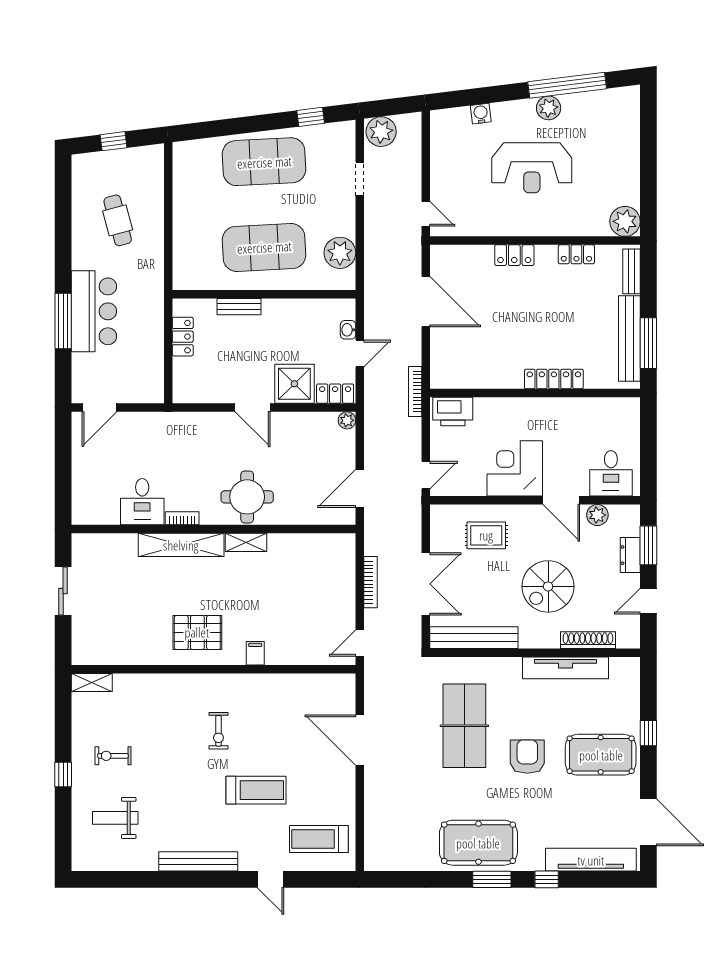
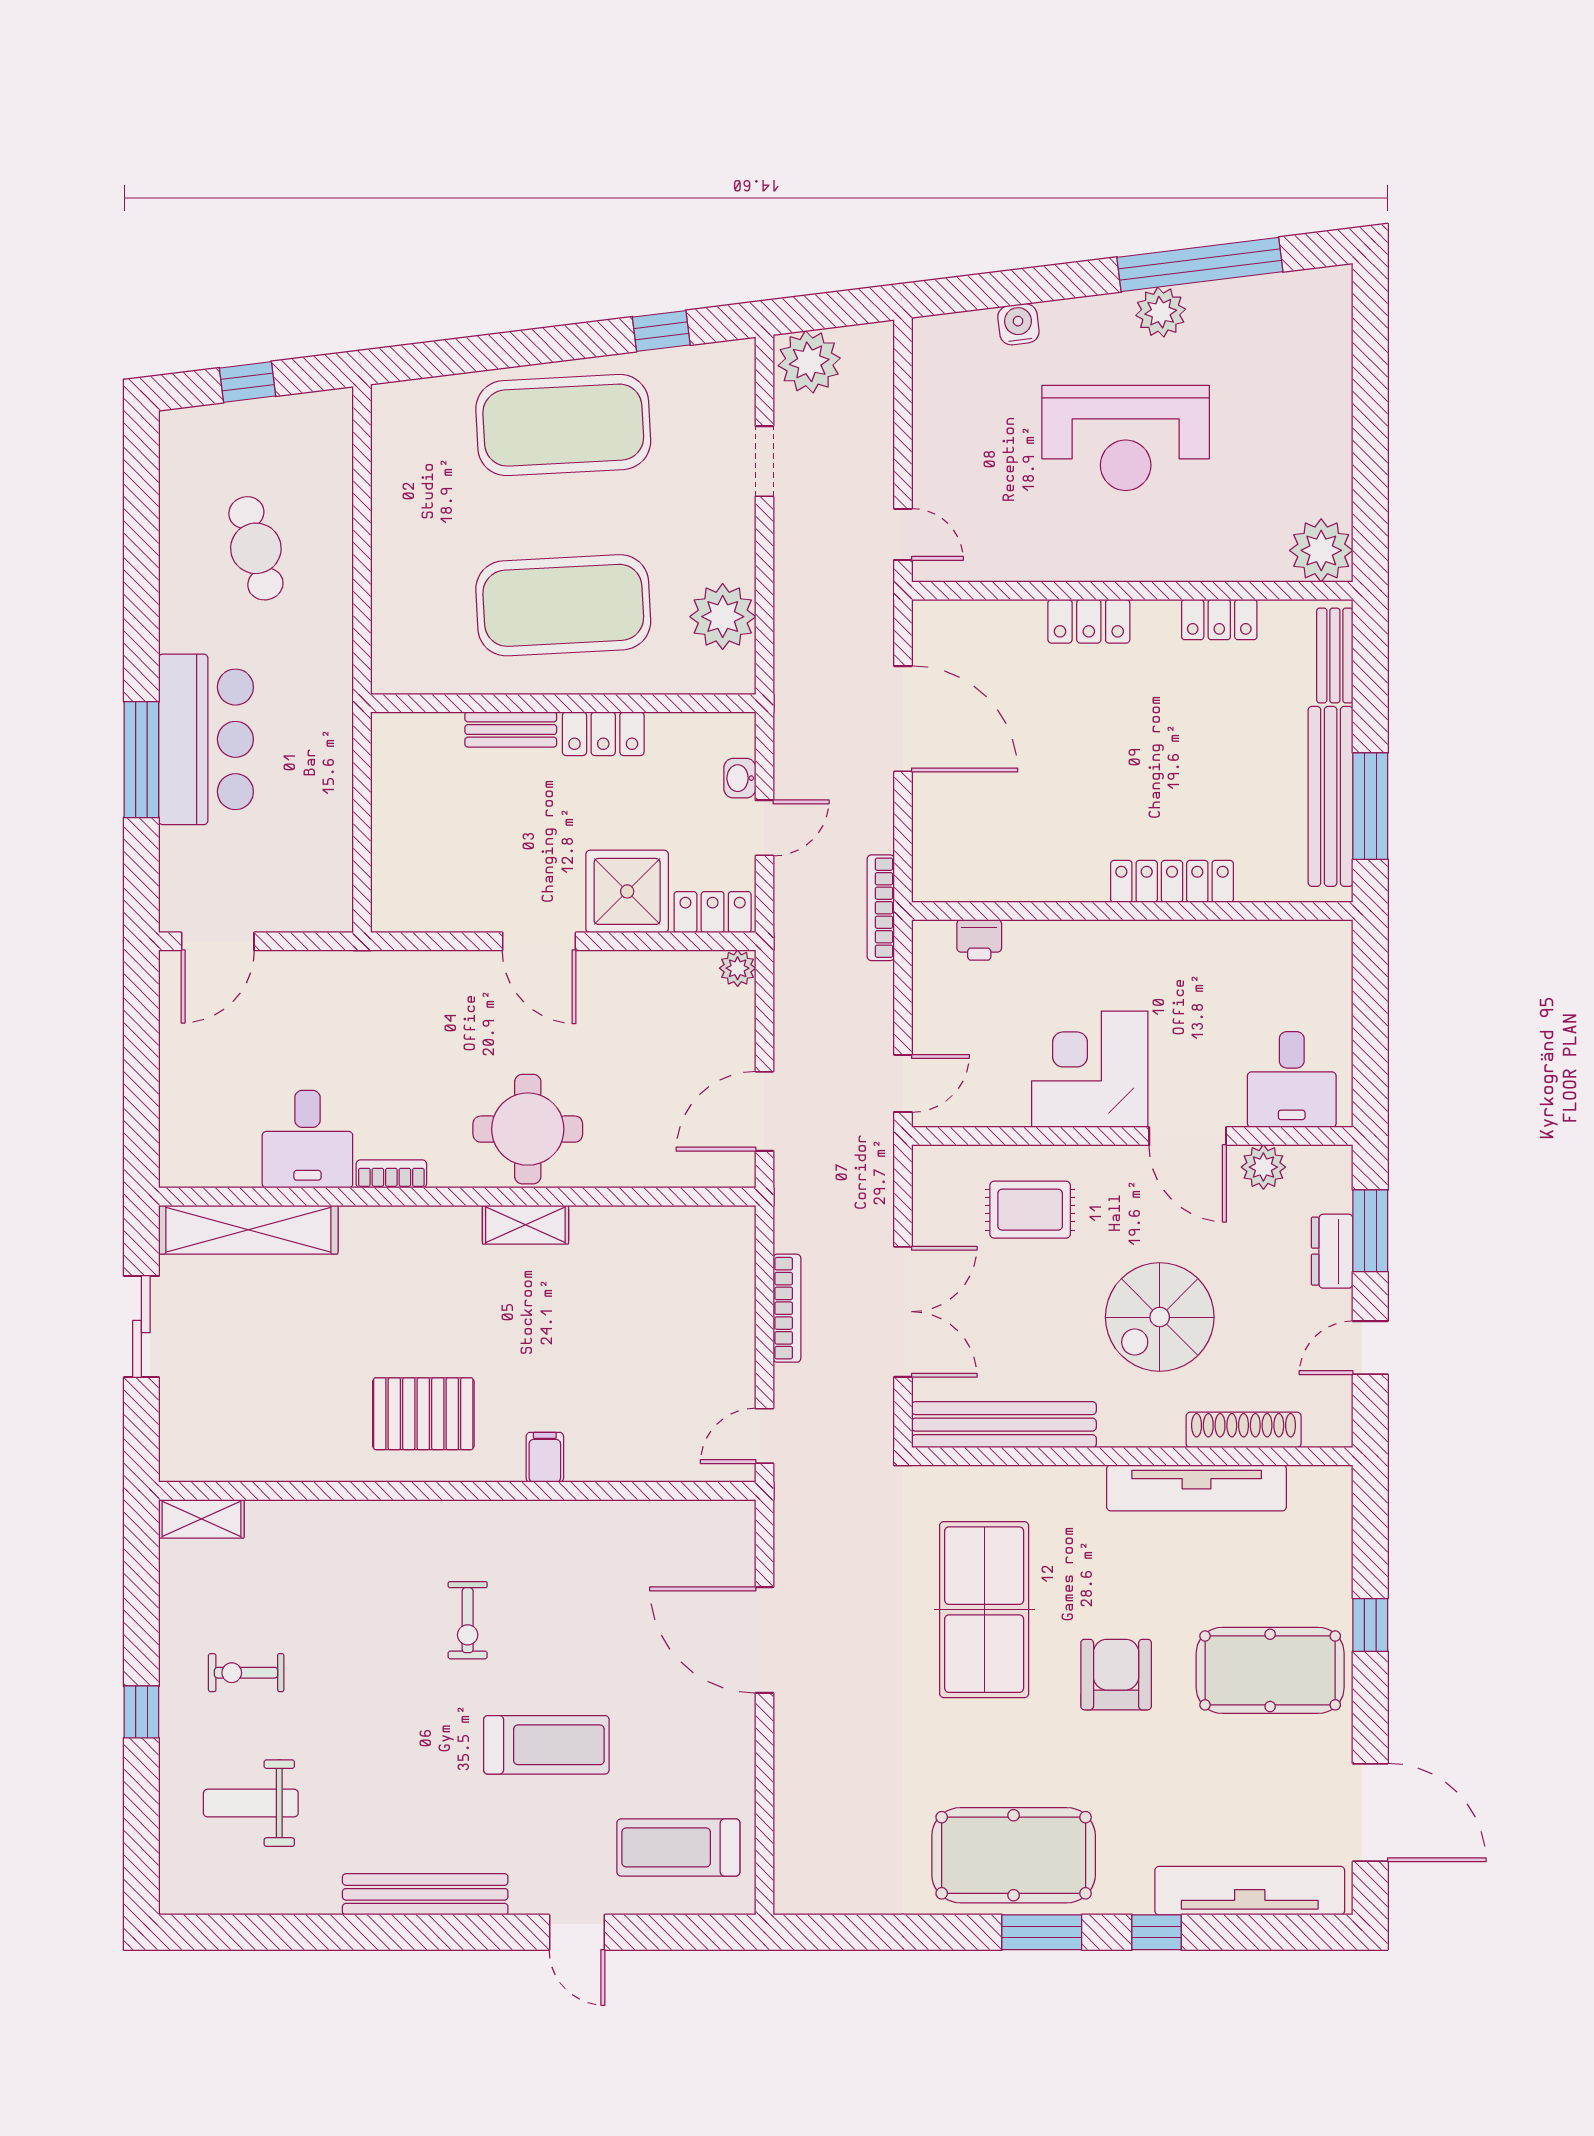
locker: (183, 337) -> (603, 734), moved, turned 90
printer: (453, 412) -> (979, 940), width x0.53, depth x0.68
shelving: (181, 545) -> (248, 1230), moved

